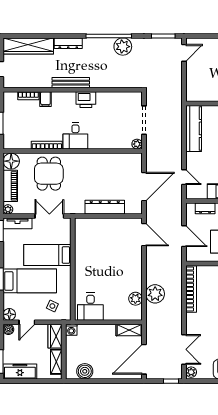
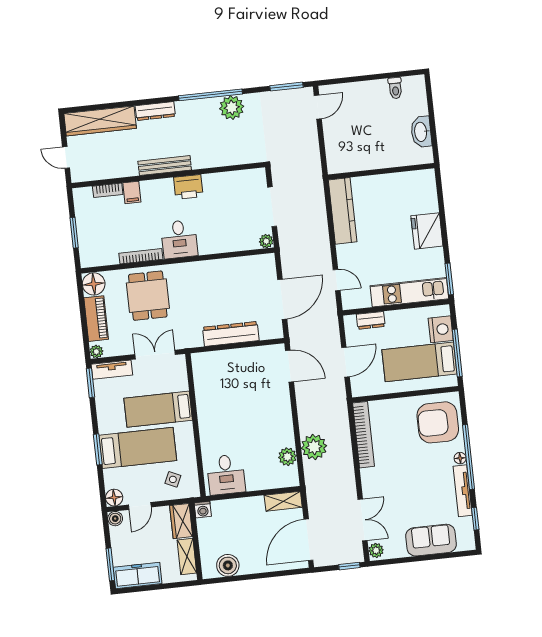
door: (184, 236) -> (345, 362), hinge flipped

